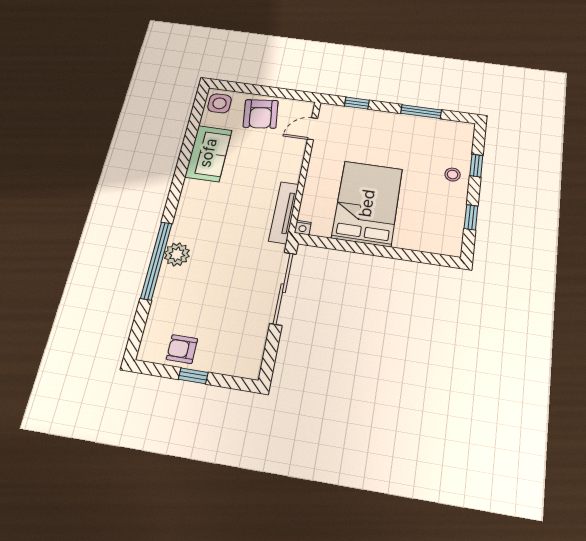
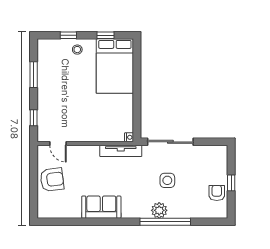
side table: (220, 103) -> (167, 180), moved
sofa: (208, 153) -> (101, 207), moved
bed: (367, 203) -> (115, 66), moved, turned -90
armchair: (182, 349) -> (217, 193), turned 180

